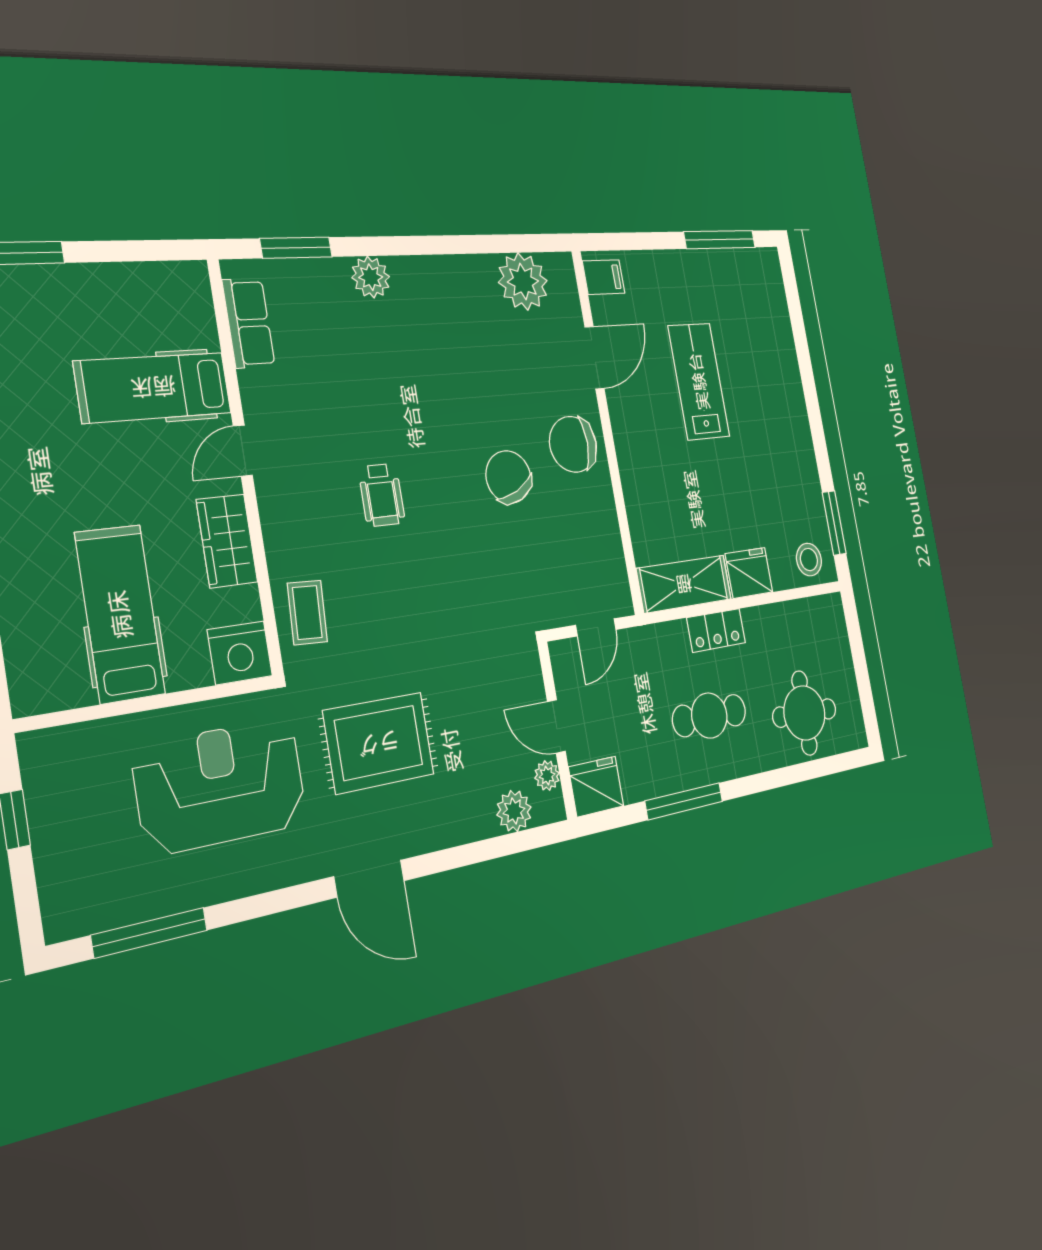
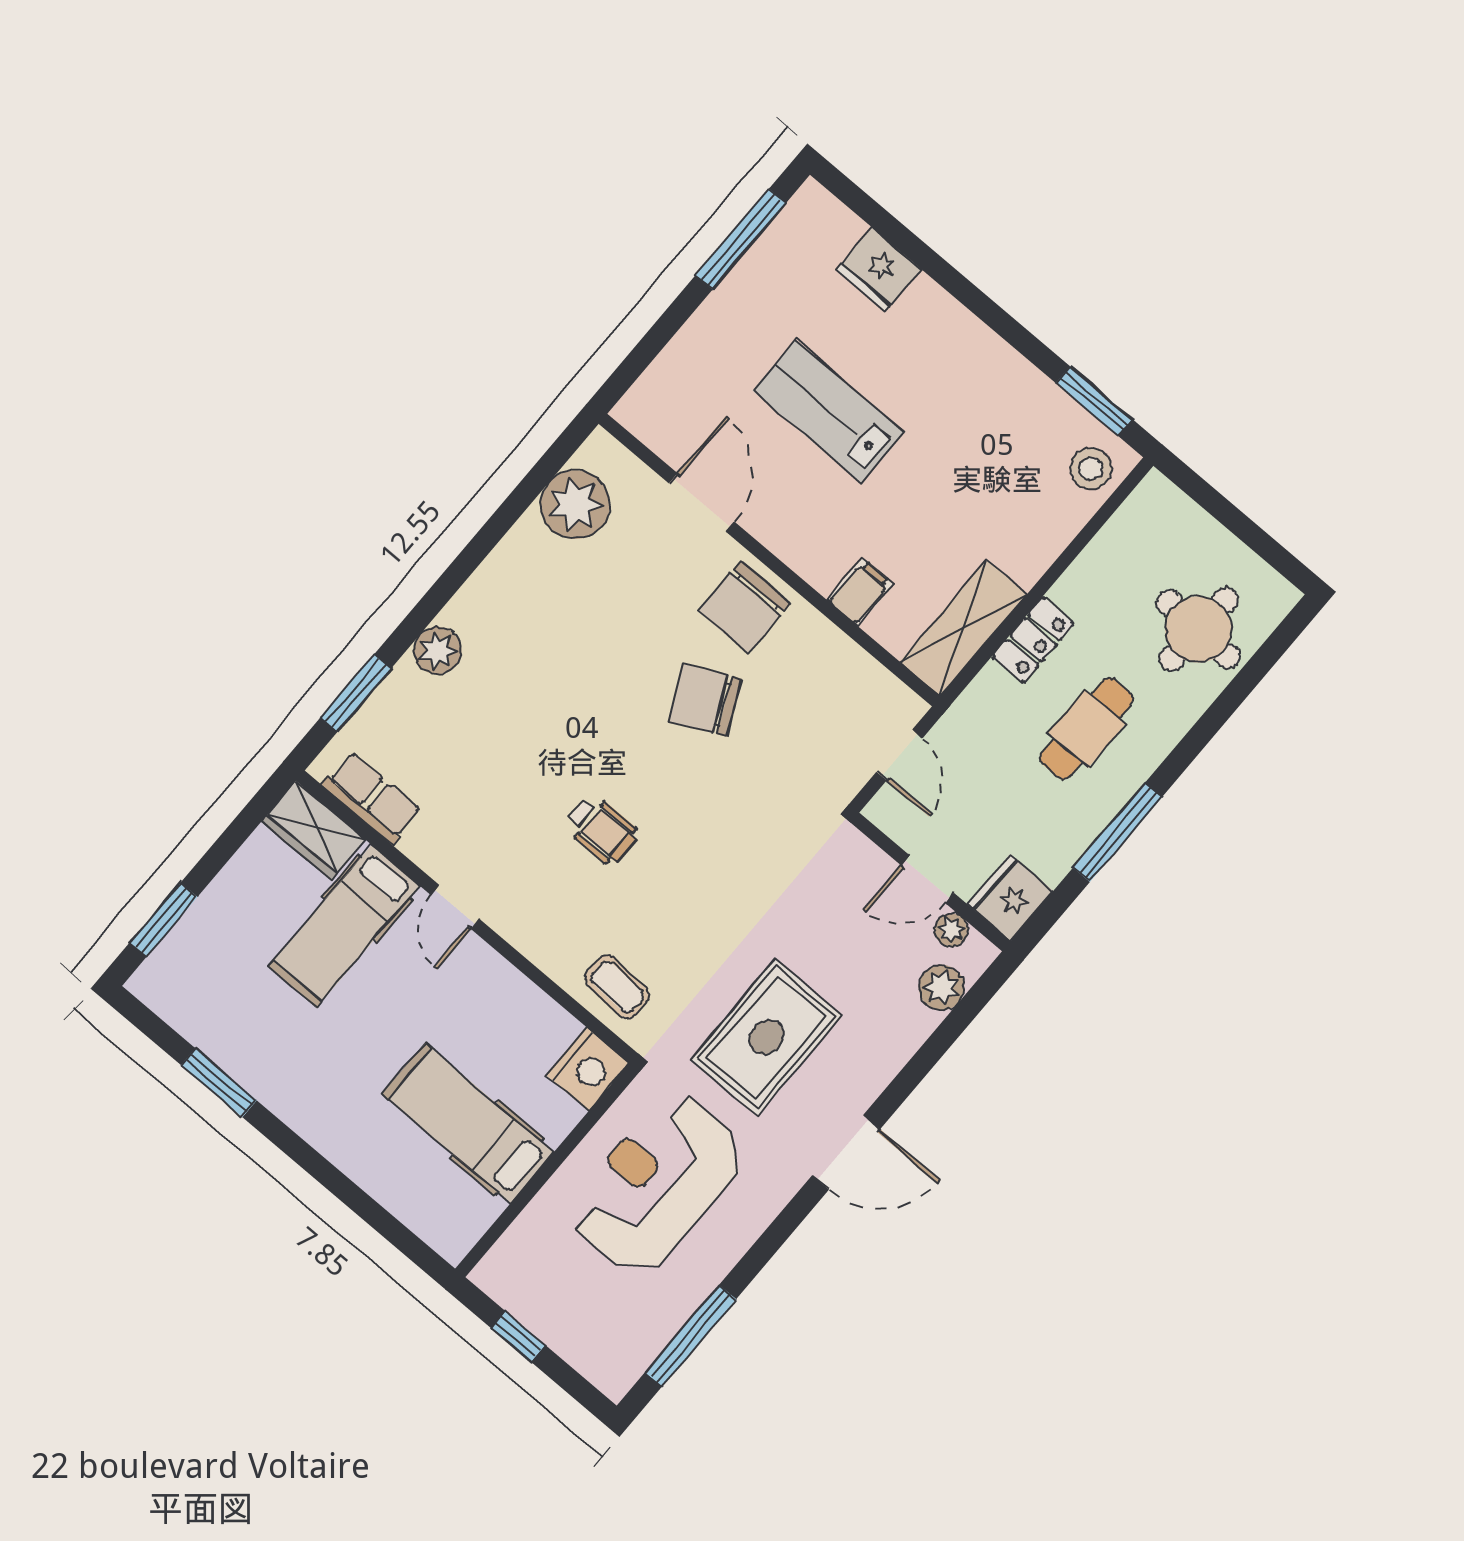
filing cabinet: (604, 277) -> (860, 592), moved
wardrobe: (227, 541) -> (314, 830), moved
fridge: (749, 573) -> (879, 269), moved, turned -90

